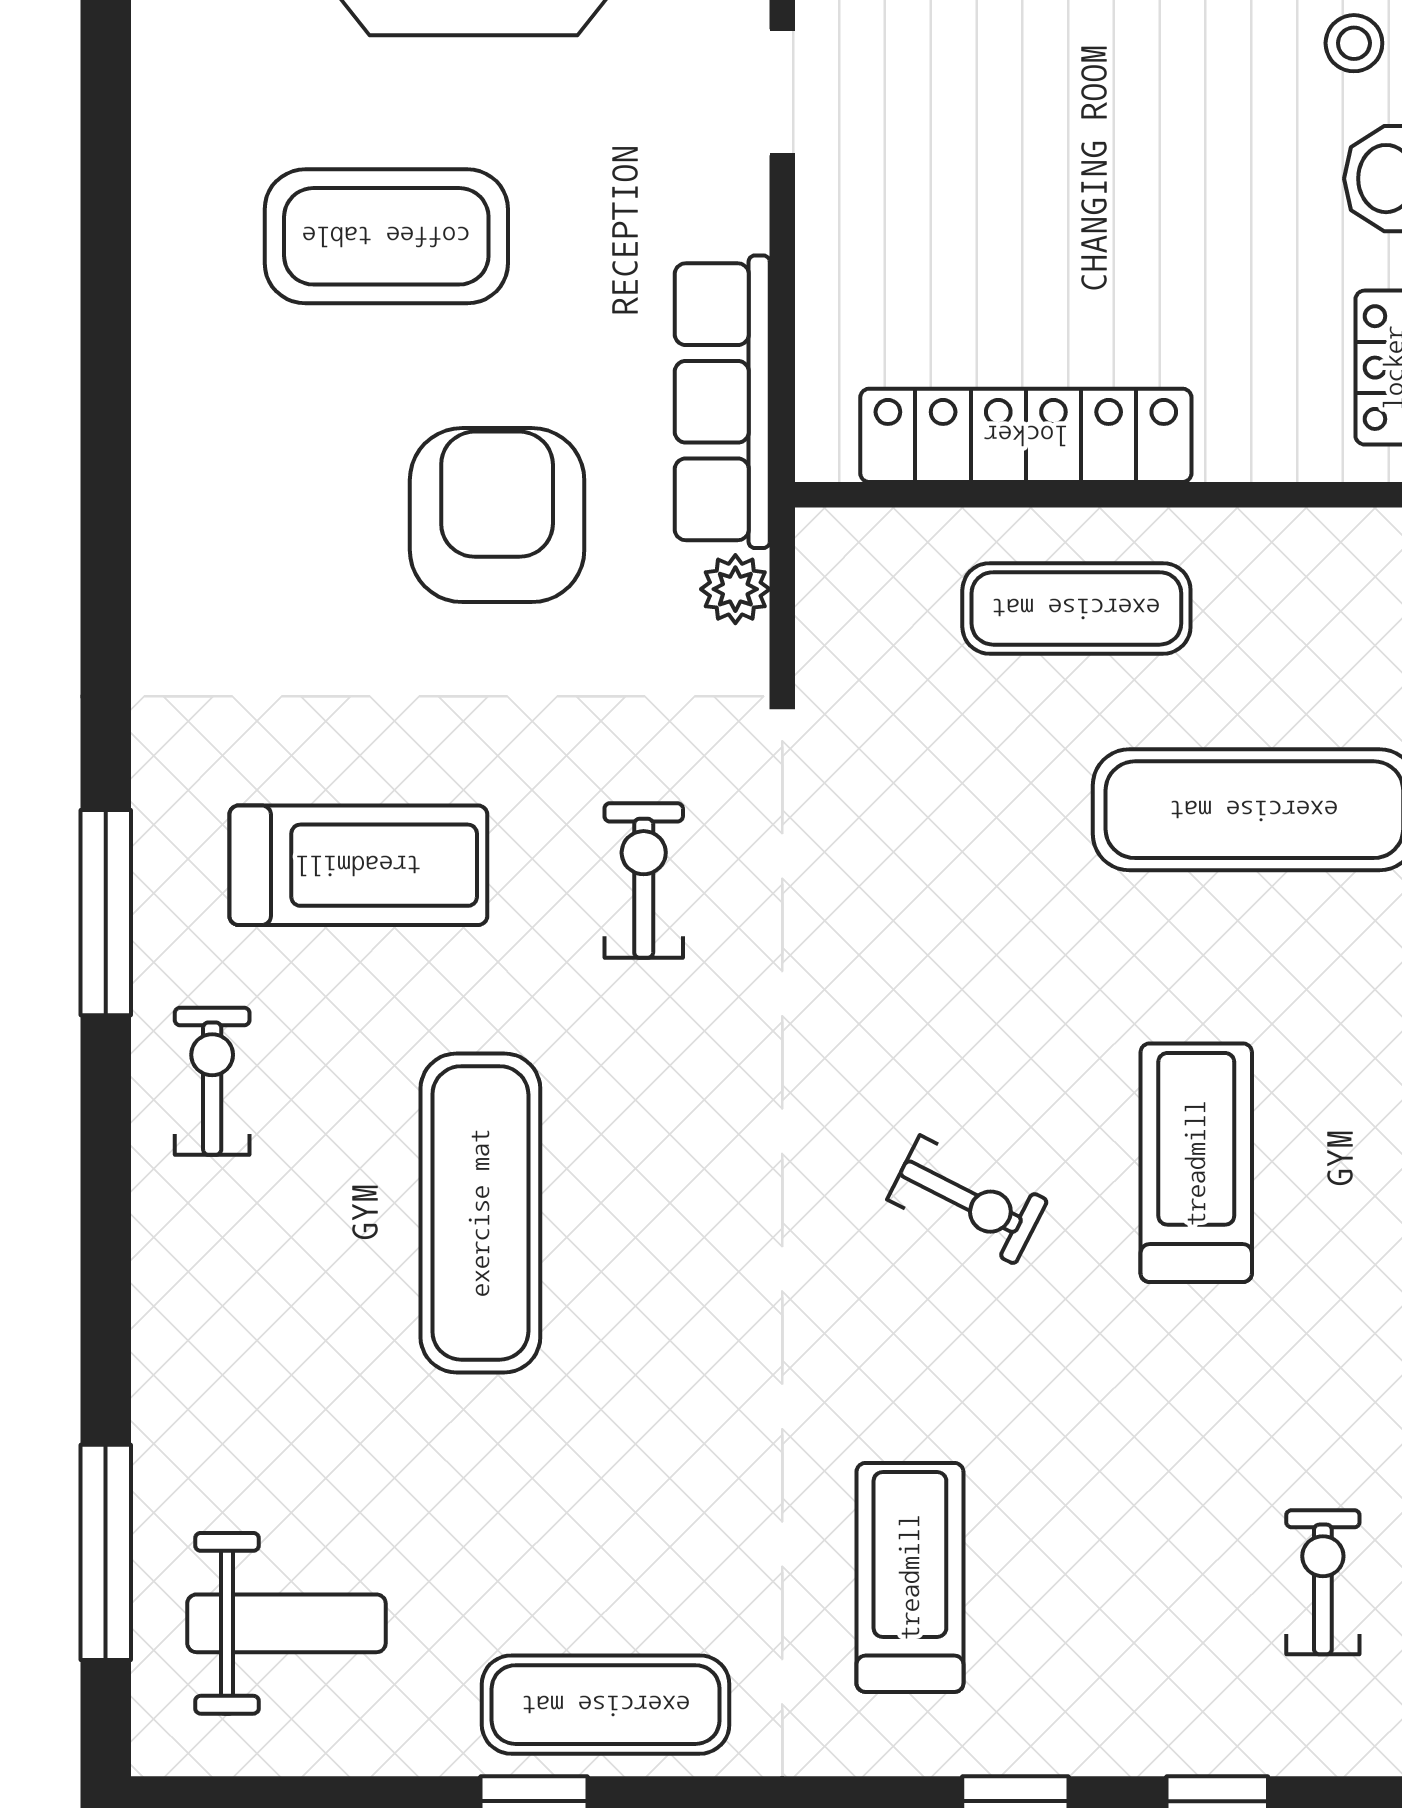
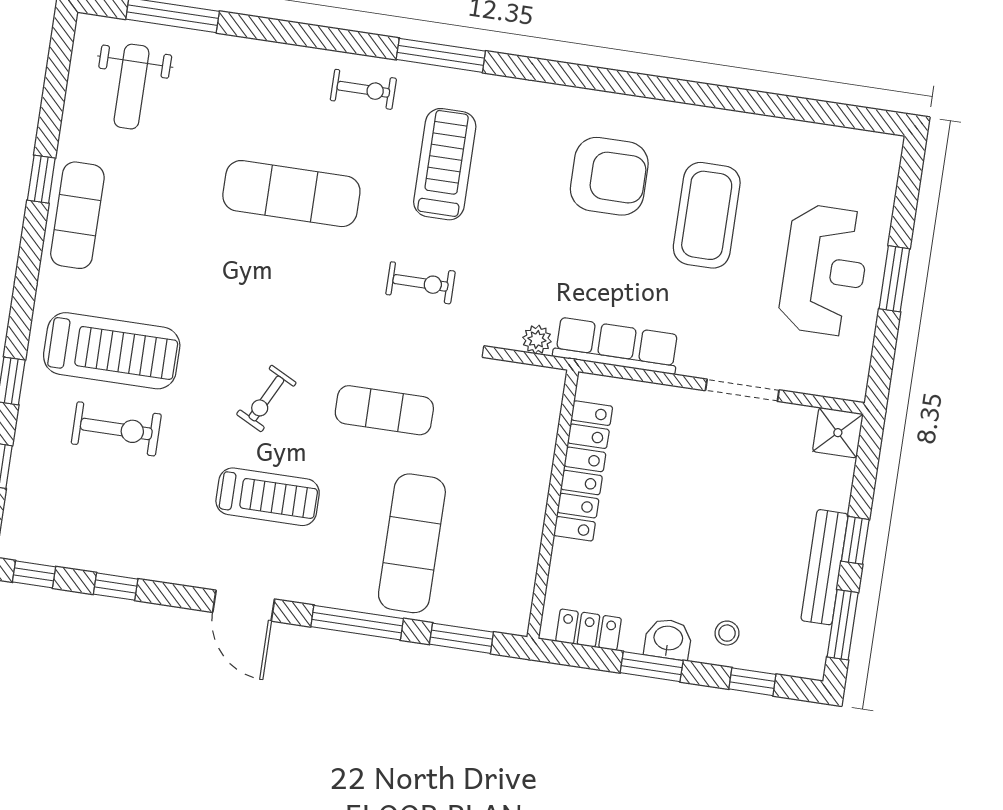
doorway: (782, 92) -> (742, 390), width x1.38
armchair: (497, 515) -> (609, 176), moved
exercise mat: (1076, 608) -> (384, 410), moved, turned 90
treadmill: (358, 865) -> (445, 164), turned 180
treadmill: (910, 1577) -> (112, 351), width x1.37, depth x1.38
exercise bike: (1323, 1582) -> (116, 429), moved, width x1.38, depth x1.39

